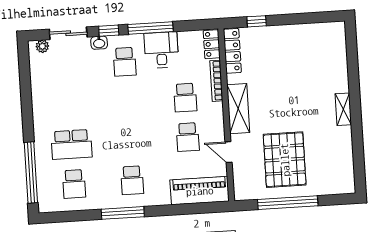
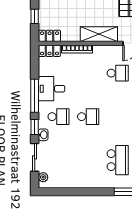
locker: (232, 51) -> (50, 36), width x0.66
school desk: (185, 98) -> (88, 117), moved

